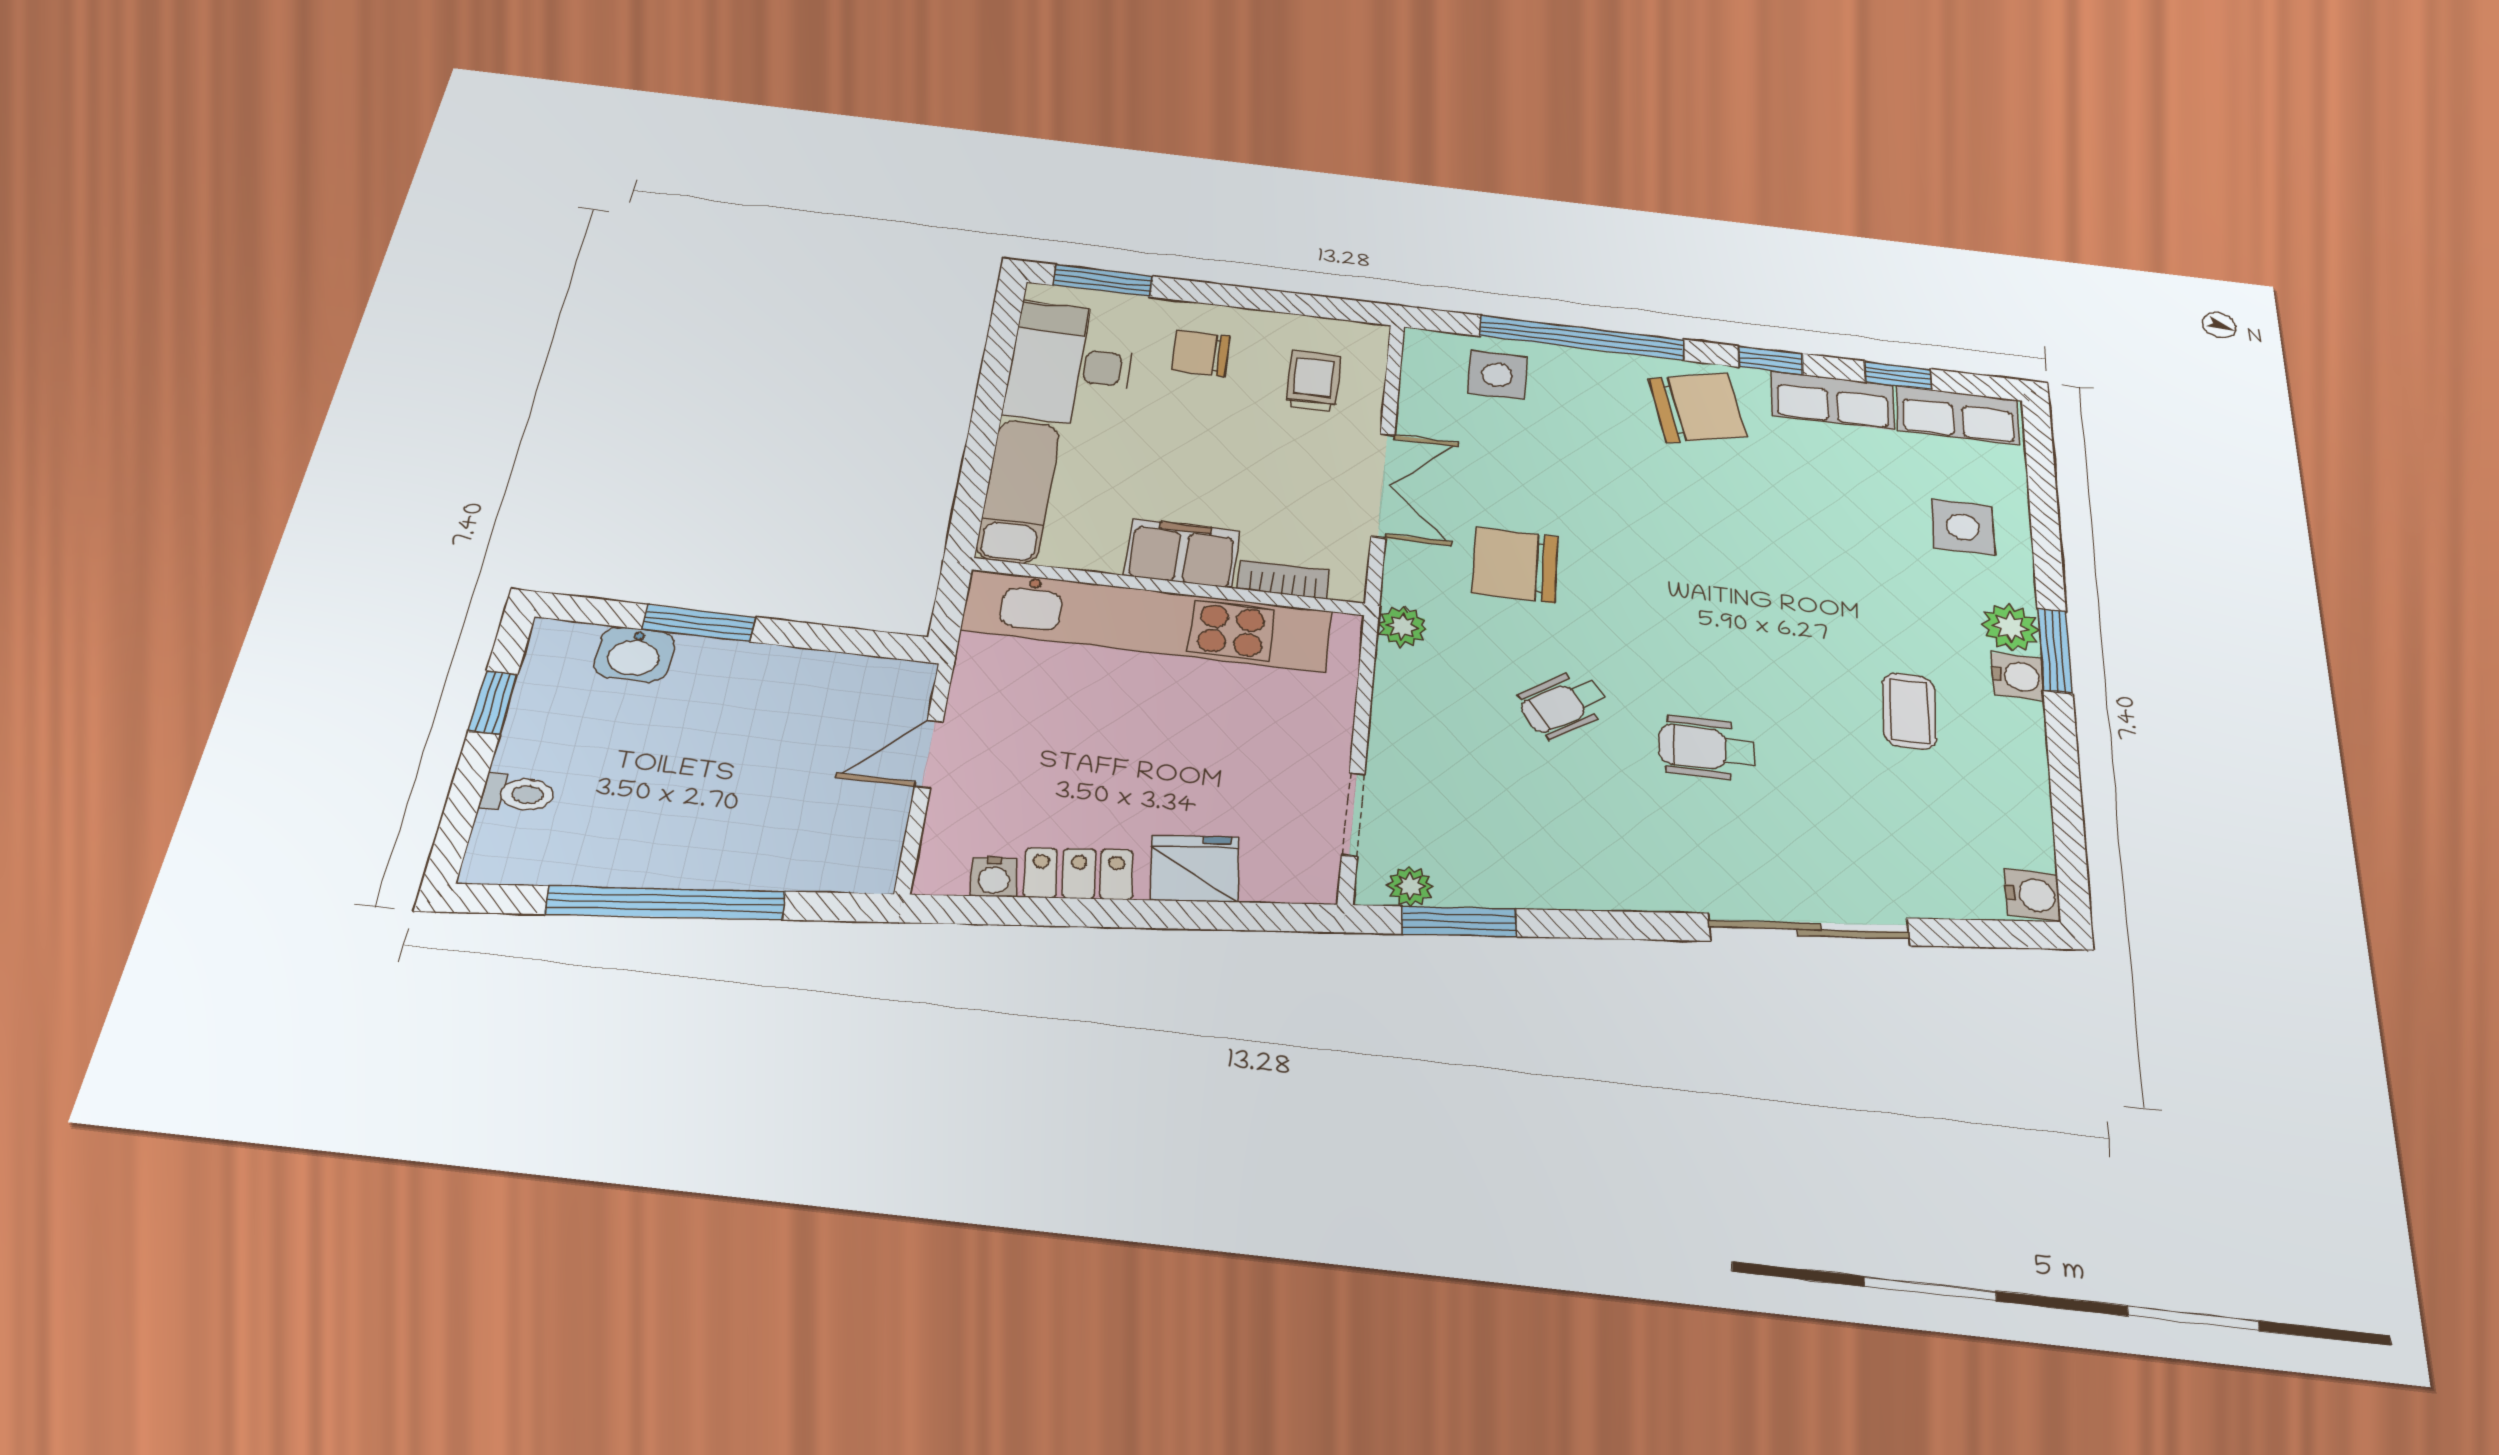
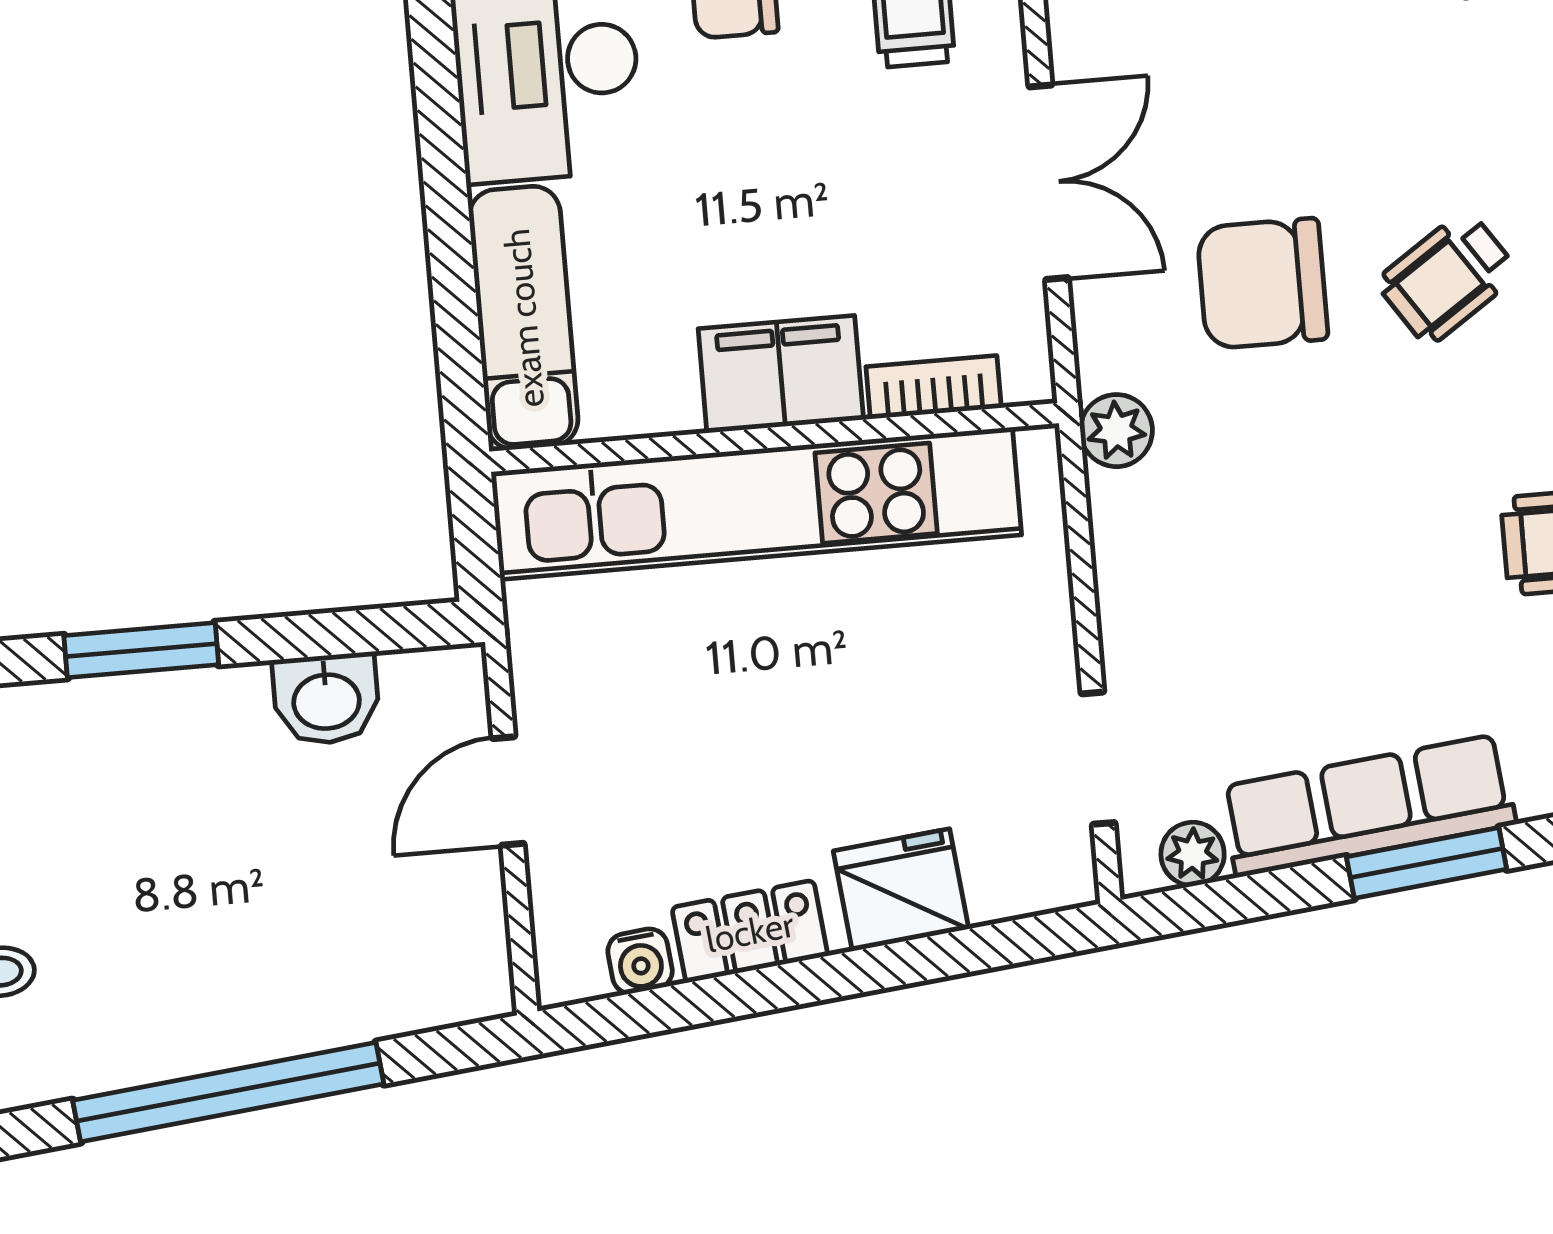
washbasin: (634, 654) -> (326, 699), moved
wheelchair: (1563, 704) -> (1447, 278), moved
row of seats: (1542, 880) -> (1368, 806), added
window: (1459, 921) -> (1427, 863), moved

